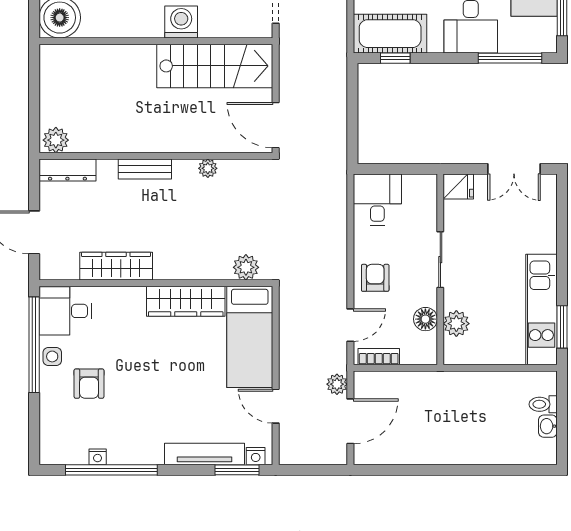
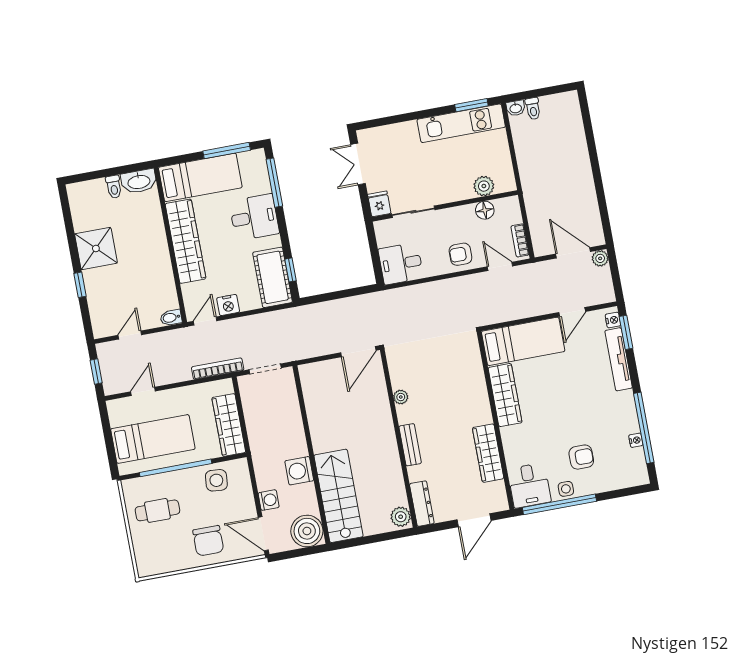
washing machine: (181, 22) -> (299, 471), moved
stairs: (215, 66) -> (339, 496), moved
double door: (514, 169) -> (358, 164), swing flipped
sliding door: (440, 260) -> (413, 212), moved
plant: (246, 267) -> (471, 354), removed
plant: (337, 384) -> (600, 258), moved
washbasin: (548, 426) -> (516, 108), moved

